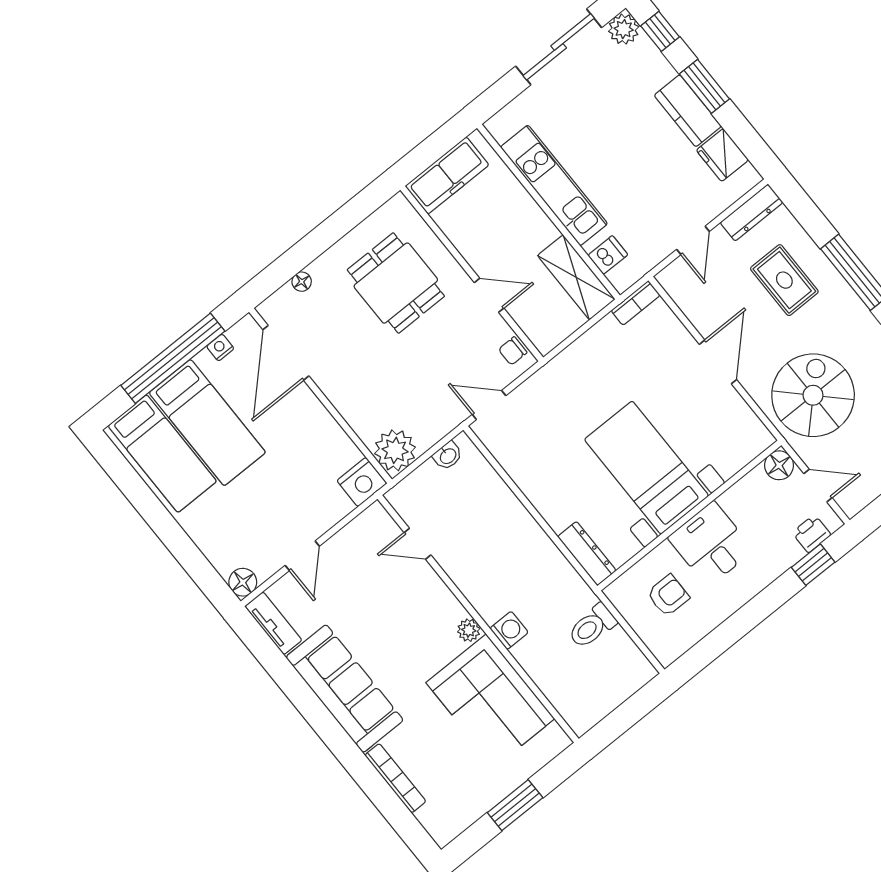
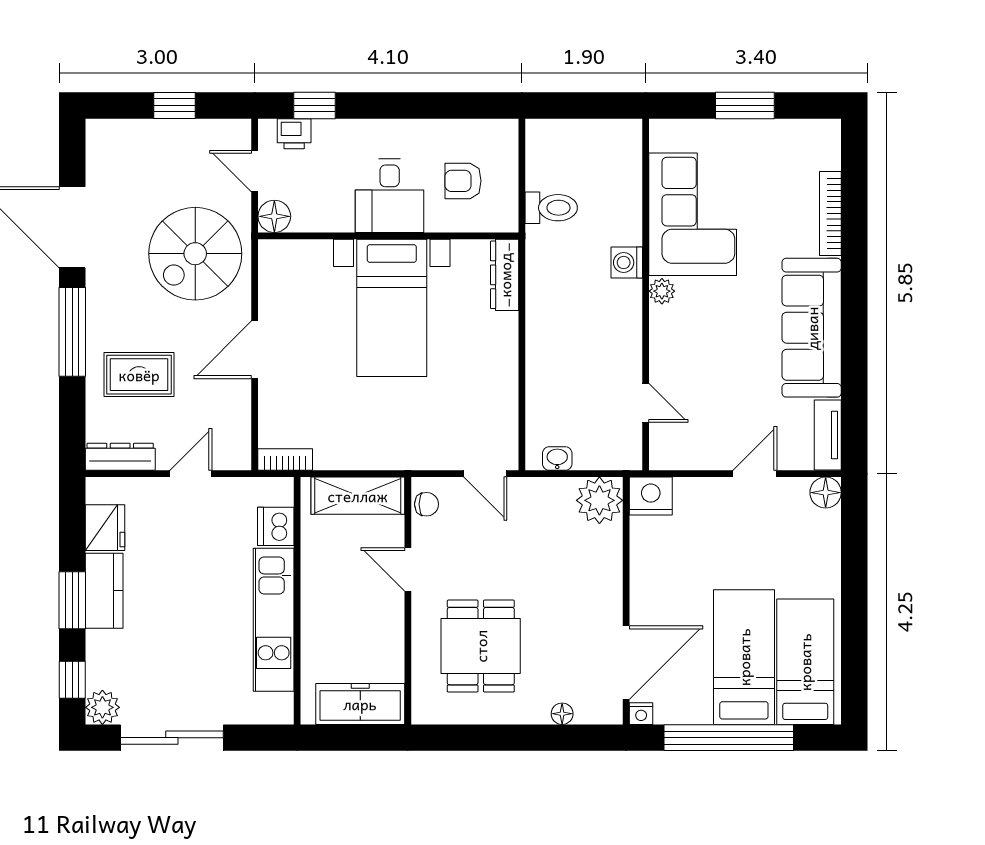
dishwasher: (608, 255) -> (276, 526), width x1.38
shelving: (576, 277) -> (358, 496), moved, turned 90
rug: (784, 280) -> (139, 375), turned 90
nightstand: (220, 347) -> (641, 714), moved

